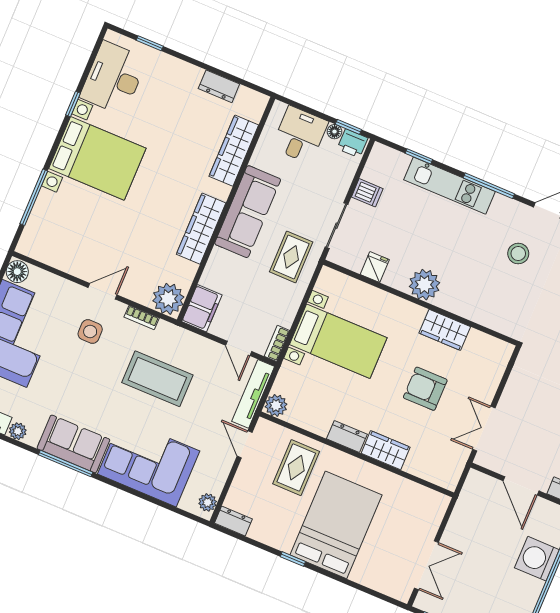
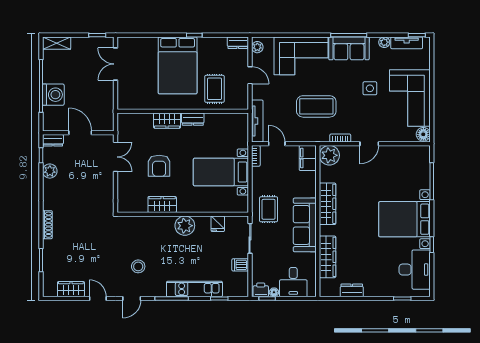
side table: (90, 332) -> (370, 88), moved
armchair: (425, 389) -> (159, 166), turned 90
plant: (276, 405) -> (241, 120), removed
door: (245, 444) -> (250, 75), moved

